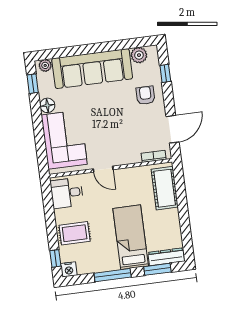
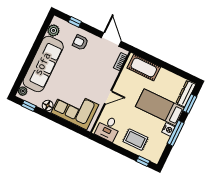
rug: (75, 233) -> (135, 140), turned 90
nightstand: (69, 269) -> (168, 129), moved

